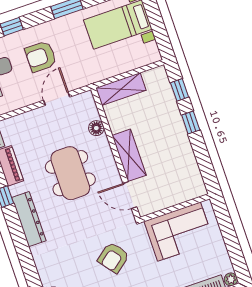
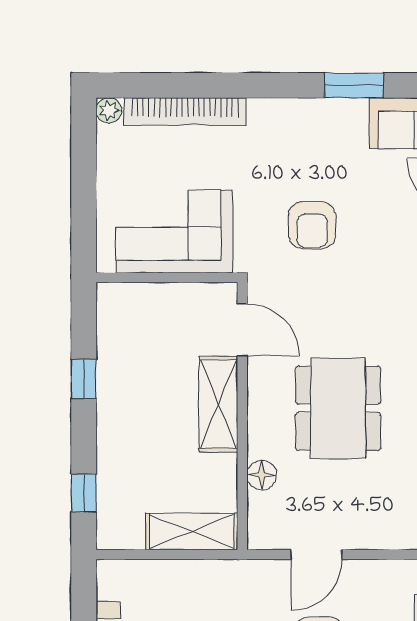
window: (191, 122) -> (84, 379), moved
armchair: (113, 258) -> (312, 225), turned 128

